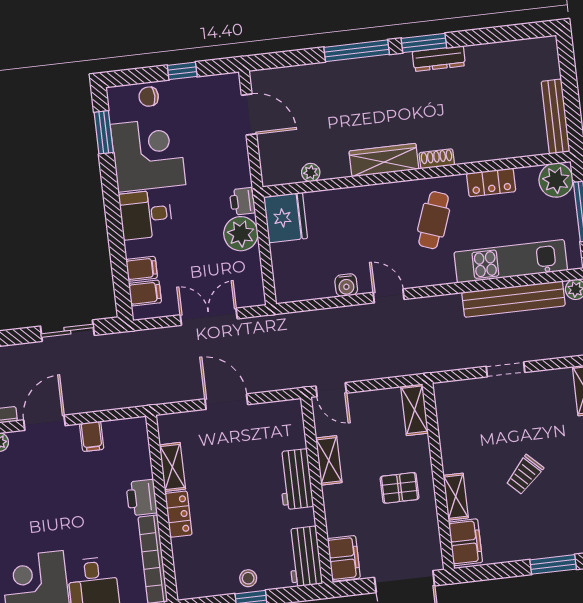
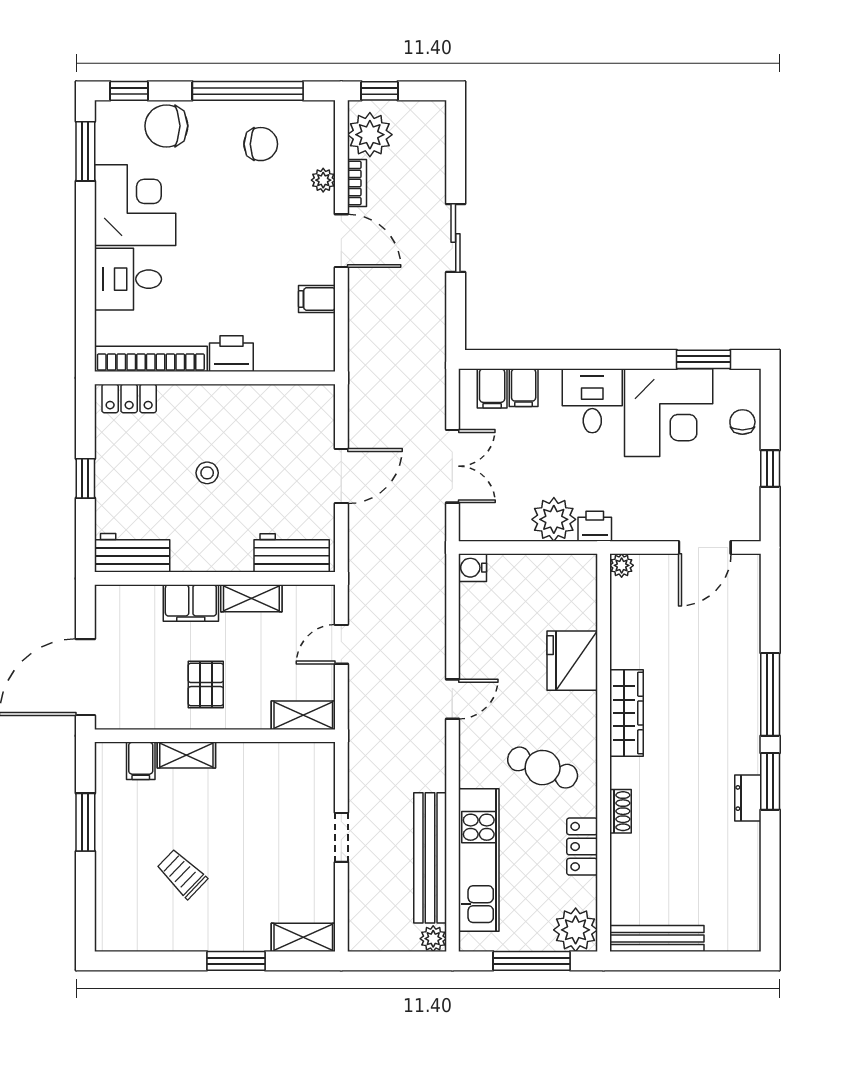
dresser: (439, 59) -> (748, 798), width x0.70
shoe rack: (437, 159) -> (620, 811), moved
plant: (311, 173) -> (622, 565), moved
fridge: (286, 218) -> (572, 661), moved, turned 90
water cooler: (346, 285) -> (473, 568), moved
sliding door: (67, 331) -> (456, 238), moved
door: (331, 390) -> (341, 644), moved
shelving: (172, 467) -> (266, 398), removed
trolley: (525, 475) -> (182, 874), moved
workbench: (295, 479) -> (292, 553), moved
locker: (179, 514) -> (129, 398), moved
filing cabinet: (466, 542) -> (141, 761), width x0.50
filing cabinet: (344, 558) -> (191, 603), moved
window: (553, 564) -> (85, 822), moved
stool: (248, 578) -> (207, 473), moved

